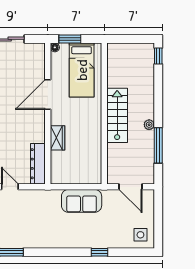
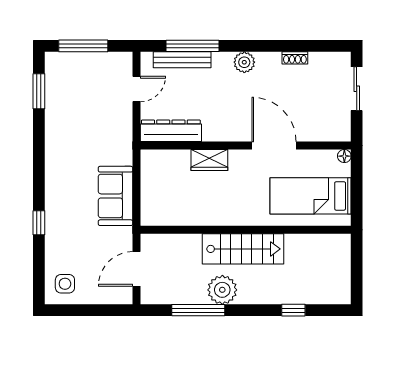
window: (70, 39) -> (357, 179), removed
window: (158, 56) -> (293, 310), moved
plant: (149, 125) -> (222, 290), width x1.88, depth x1.88

